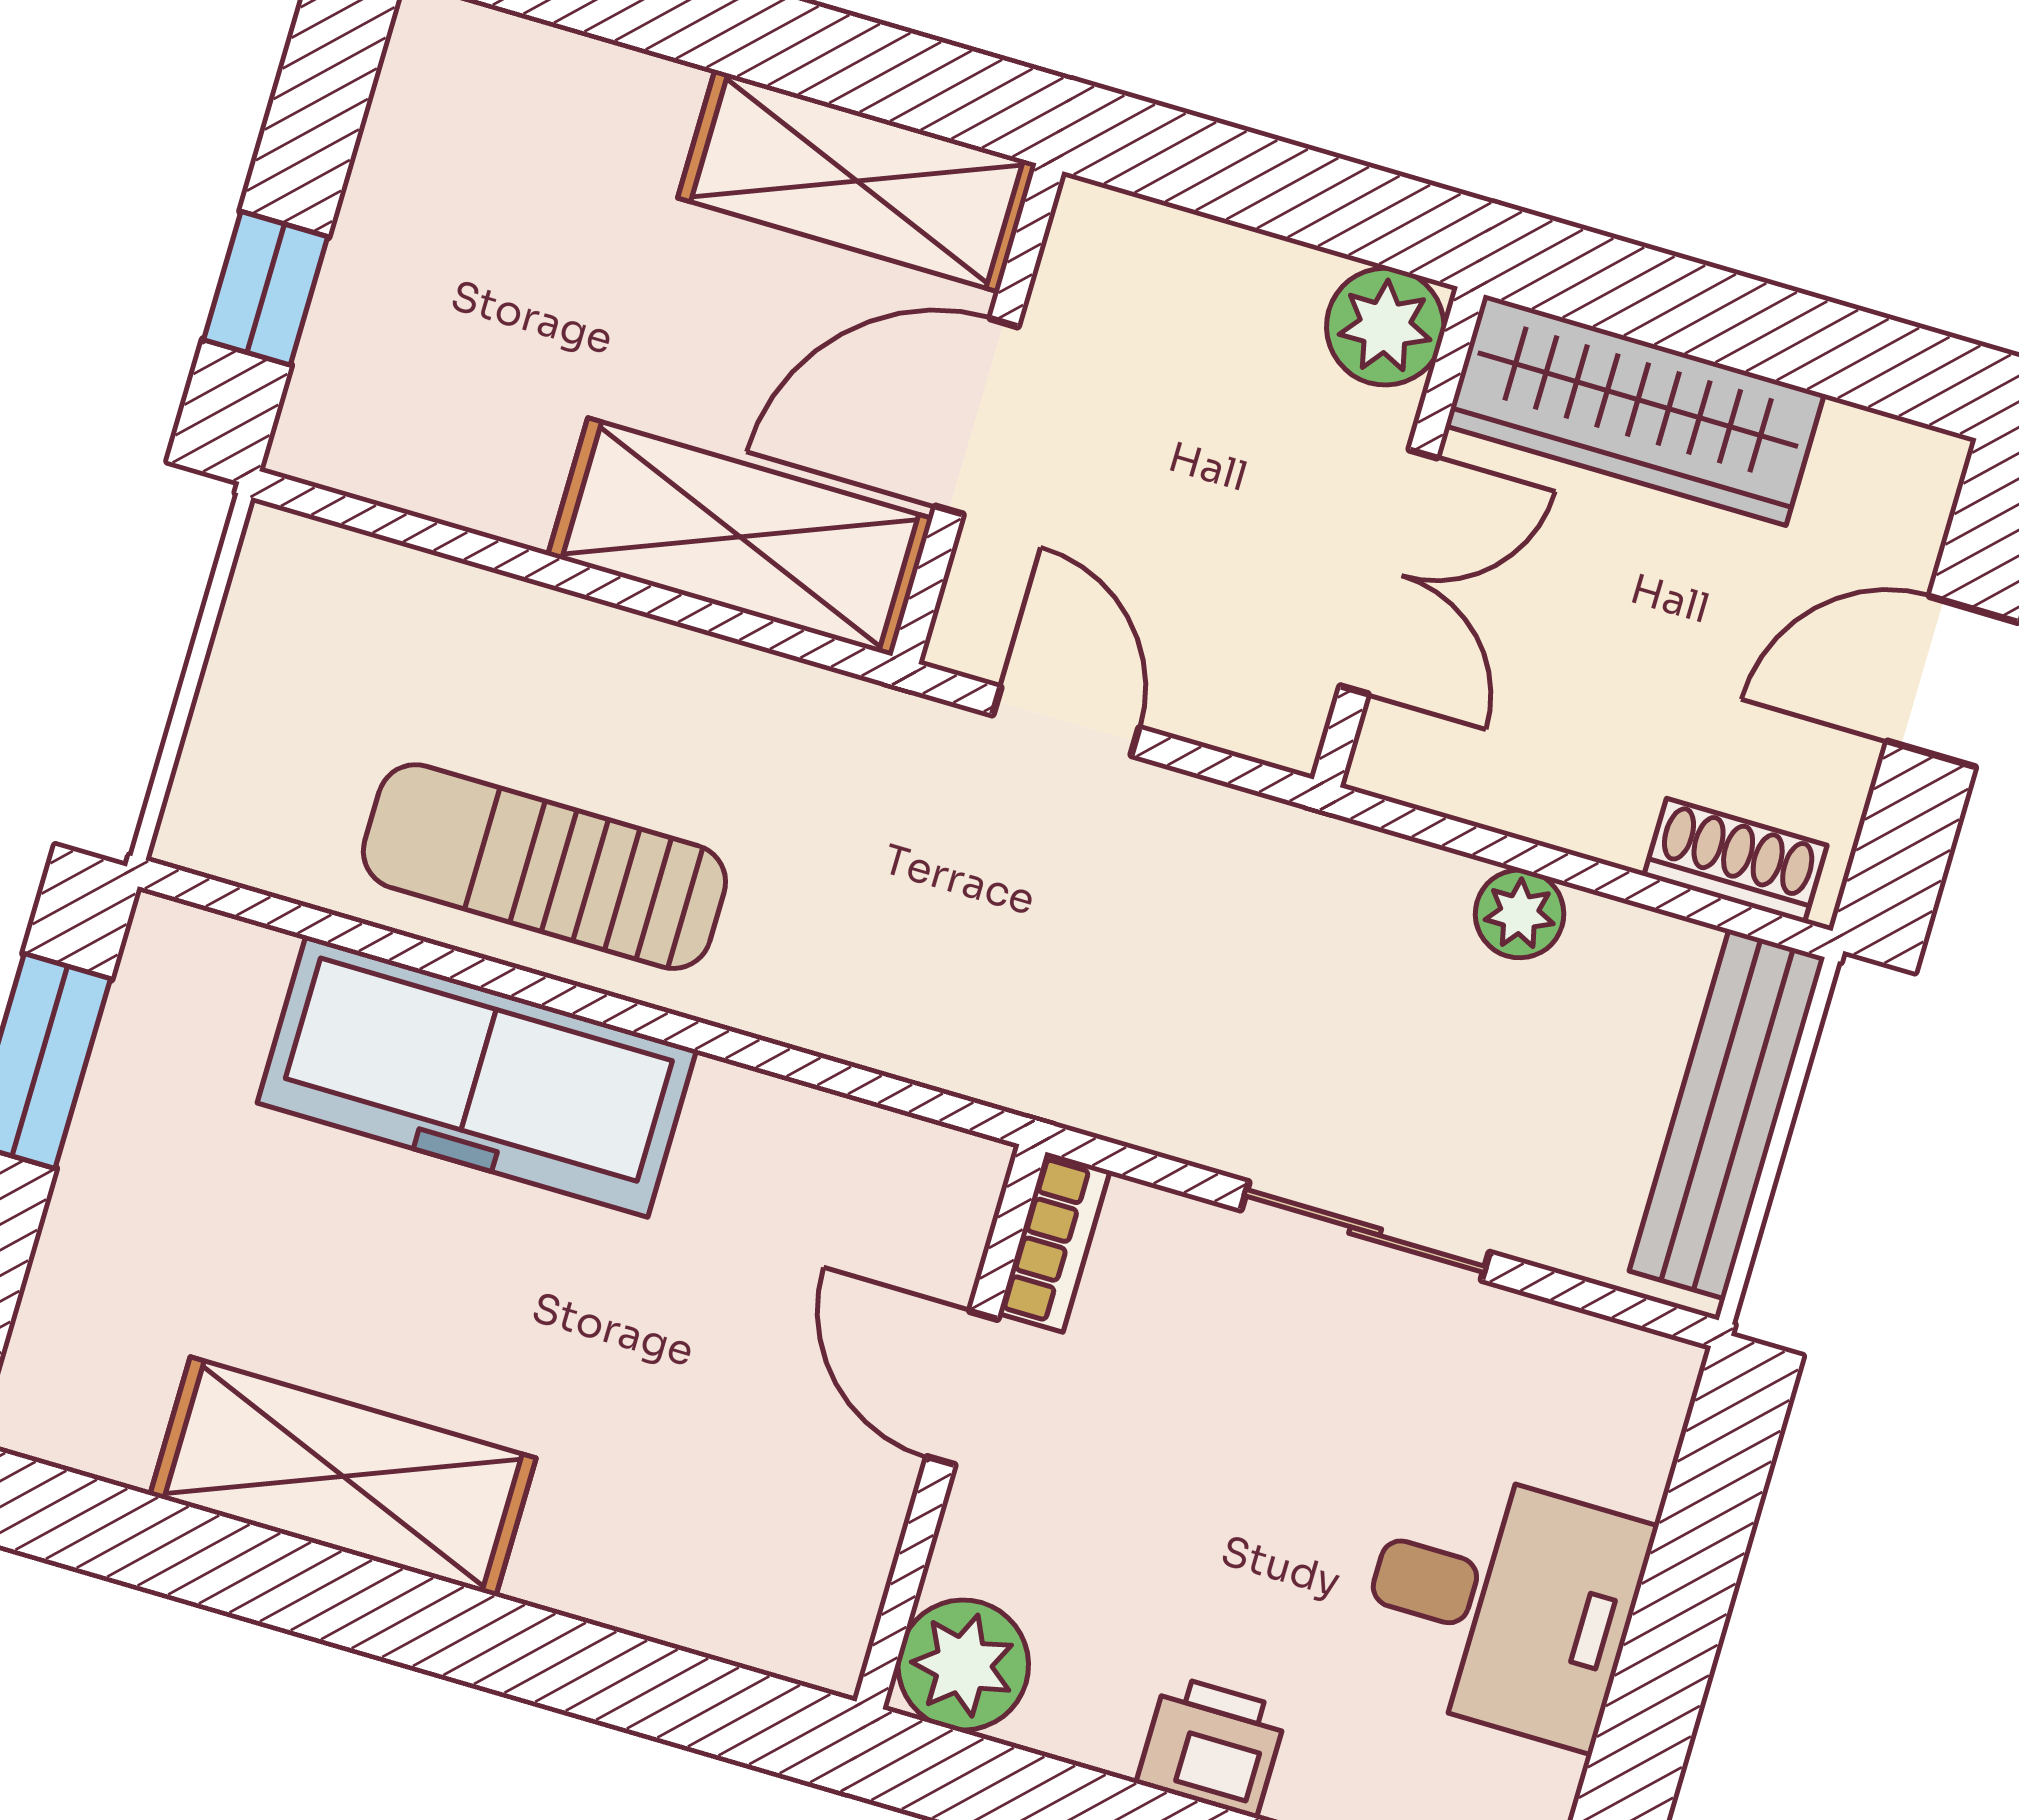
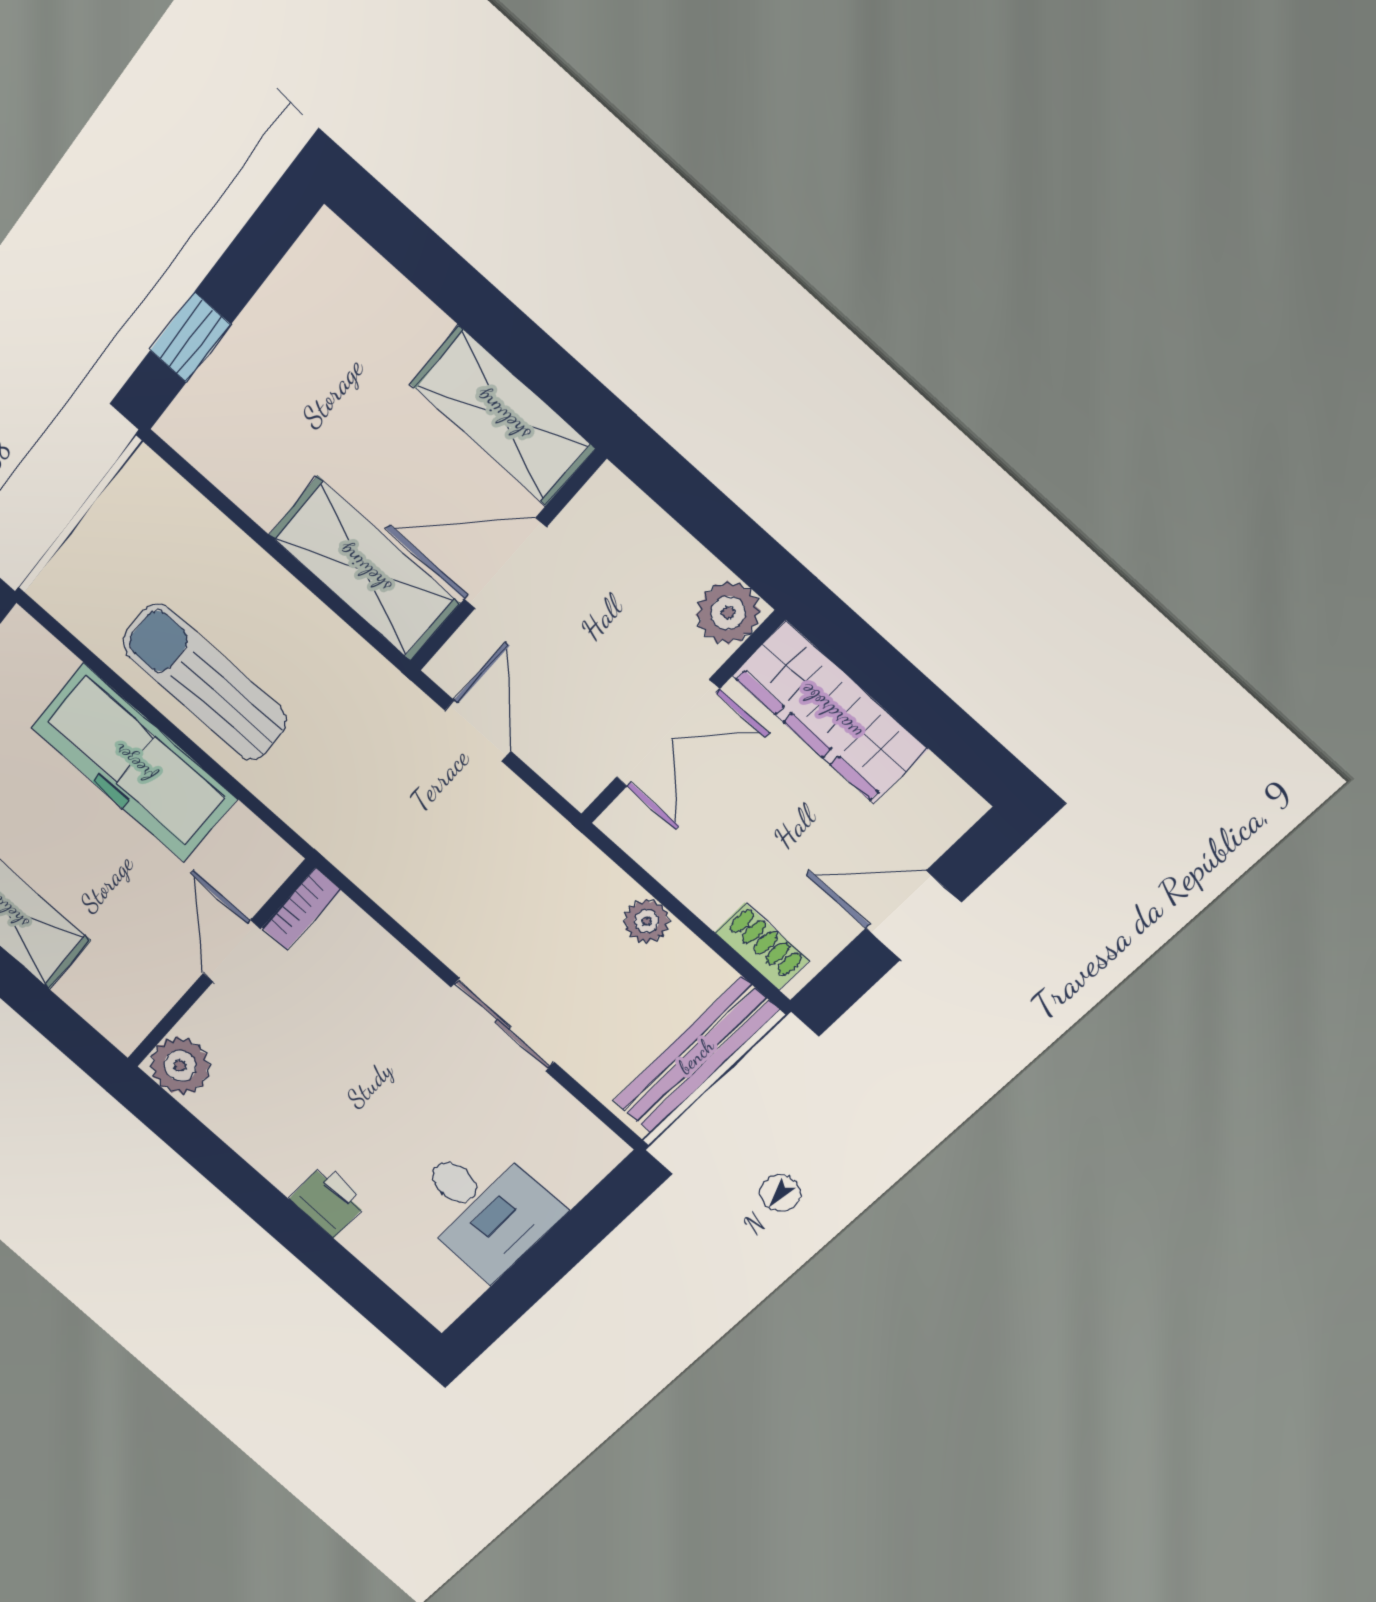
bookcase: (1054, 1242) -> (301, 909), moved
door: (962, 1388) -> (232, 951), moved
wall: (951, 1427) -> (219, 965), moved
plant: (963, 1665) -> (180, 1066), moved

